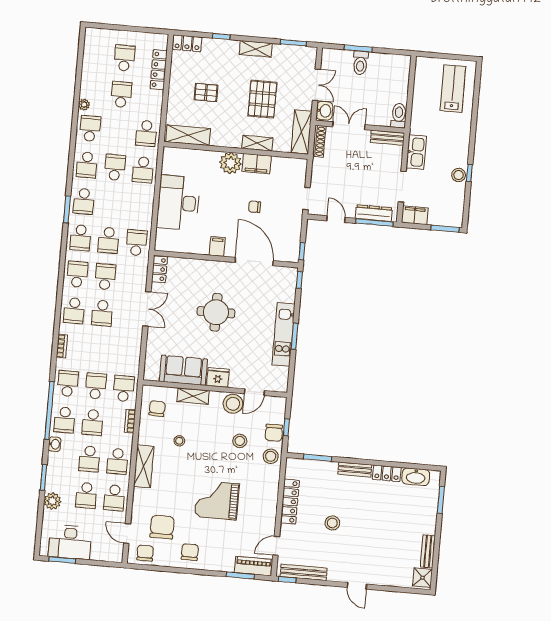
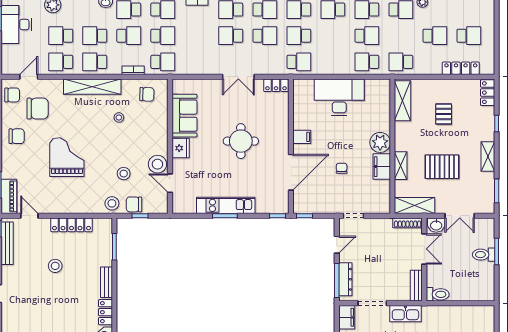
shelving: (193, 396) -> (161, 127), removed
school desk: (93, 422) -> (129, 36), turned 180
shelving: (144, 466) -> (92, 87), width x1.47

